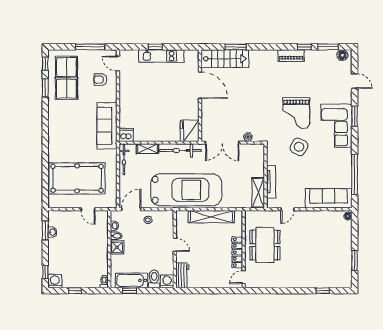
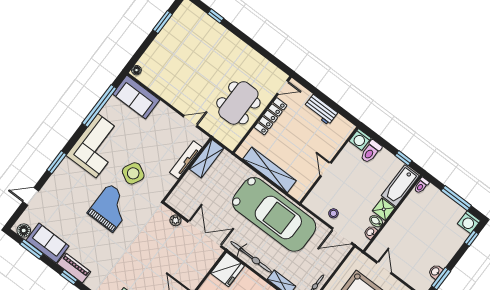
window: (304, 47) -> (69, 277), moved
sofa: (320, 59) -> (48, 243), added
door: (355, 81) -> (31, 196), hinge flipped
corner sofa: (336, 126) -> (97, 146), moved
car: (186, 190) -> (274, 214), turned 180
sofa: (329, 198) -> (136, 97), width x0.73
workbench: (182, 275) -> (321, 110), moved, turned -90
bathtub: (132, 280) -> (400, 186), moved, turned 90
window: (75, 291) -> (456, 198), width x2.17

